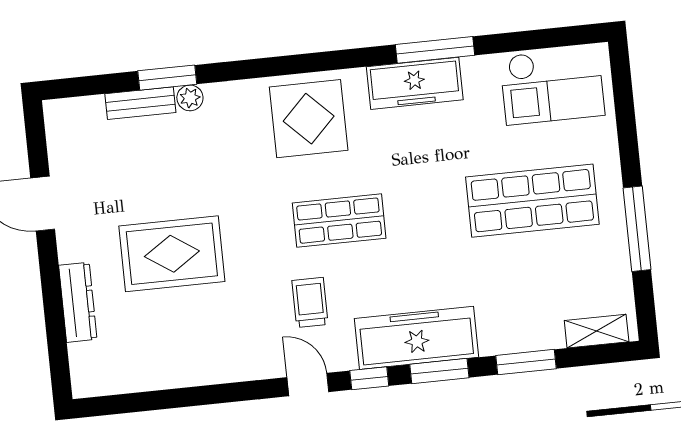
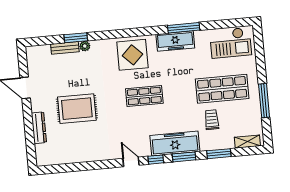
trolley: (310, 302) -> (212, 120), moved

